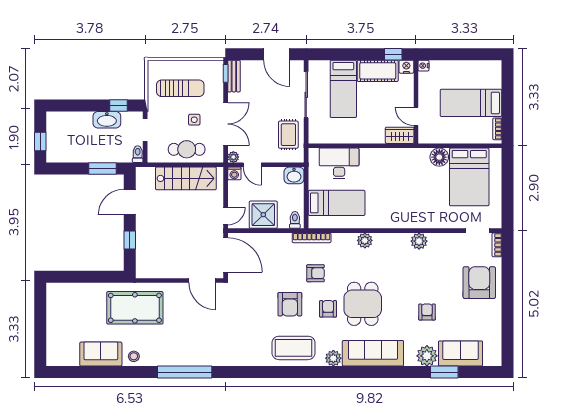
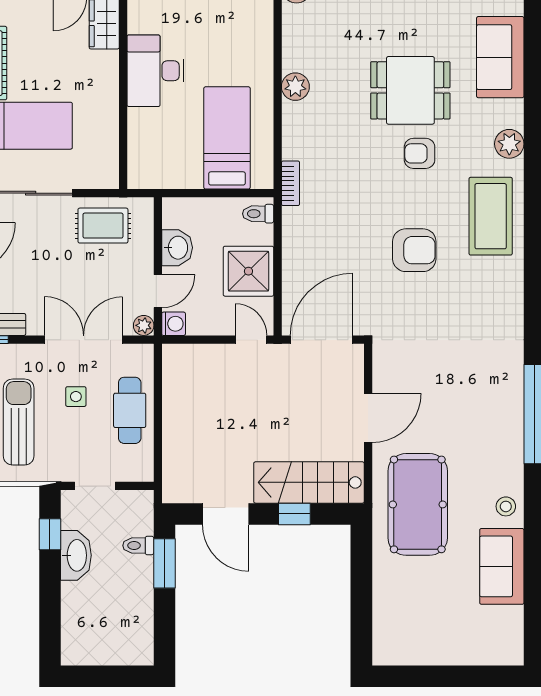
window: (40, 141) -> (115, 676), removed
toilet: (138, 154) -> (138, 545), moved
desk: (339, 163) -> (155, 71), moved
washbasin: (294, 175) -> (177, 248), moved
stairs: (186, 178) -> (309, 482), moved, turned -90
bookcase: (312, 238) -> (291, 183), width x0.64
armchair: (316, 273) -> (355, 176), removed
door: (202, 280) -> (368, 418), moved
armchair: (290, 304) -> (414, 250), moved
sofa: (373, 353) -> (500, 57), width x0.73

